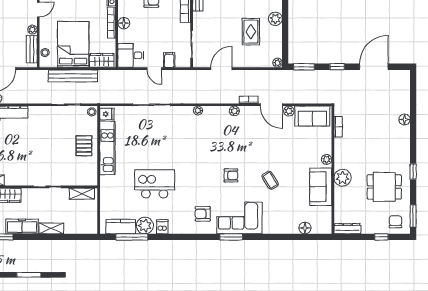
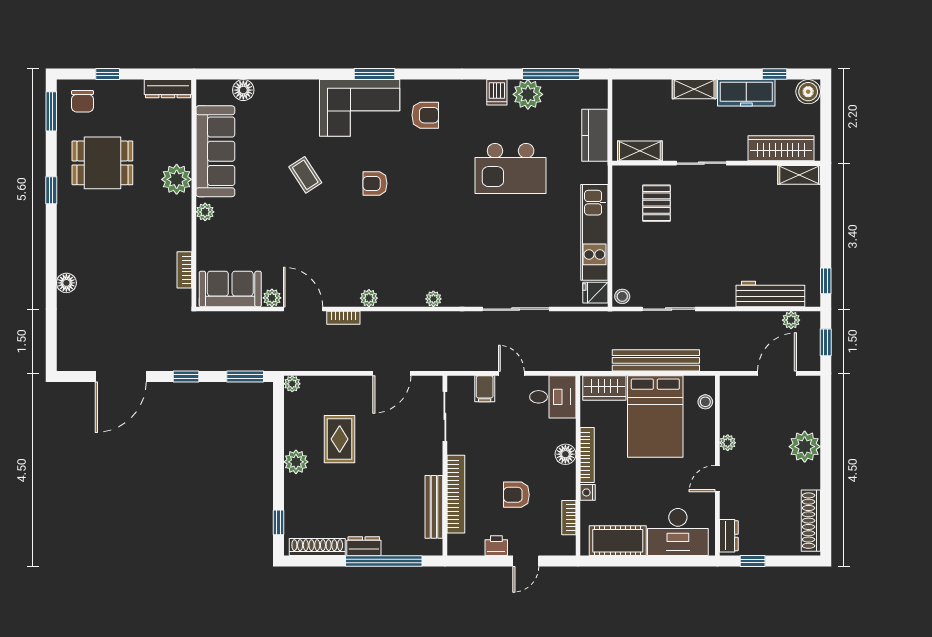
bench: (32, 49) -> (729, 408), removed
pallet: (84, 146) -> (657, 203), moved
sofa: (321, 187) -> (215, 151), width x1.36
kitchen counter: (121, 227) -> (595, 135), moved, turned 90

